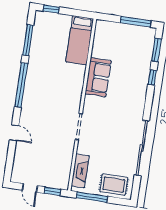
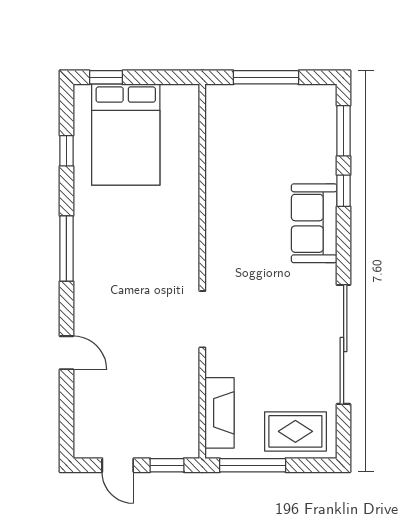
window: (136, 22) -> (266, 77), moved
window: (28, 40) -> (66, 151), width x0.46
bed: (80, 40) -> (126, 135), moved, width x1.50
sofa: (98, 77) -> (314, 223), moved, turned 180
window: (21, 85) -> (66, 249), width x0.68

